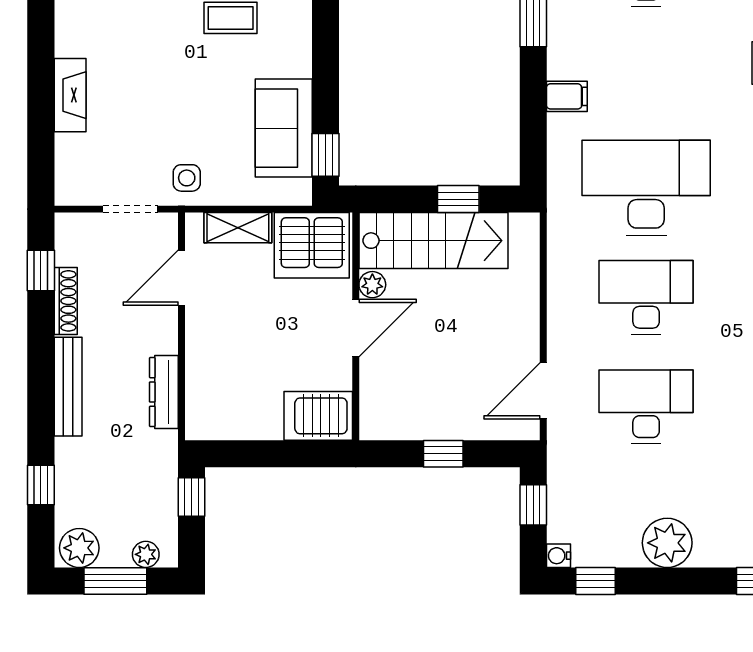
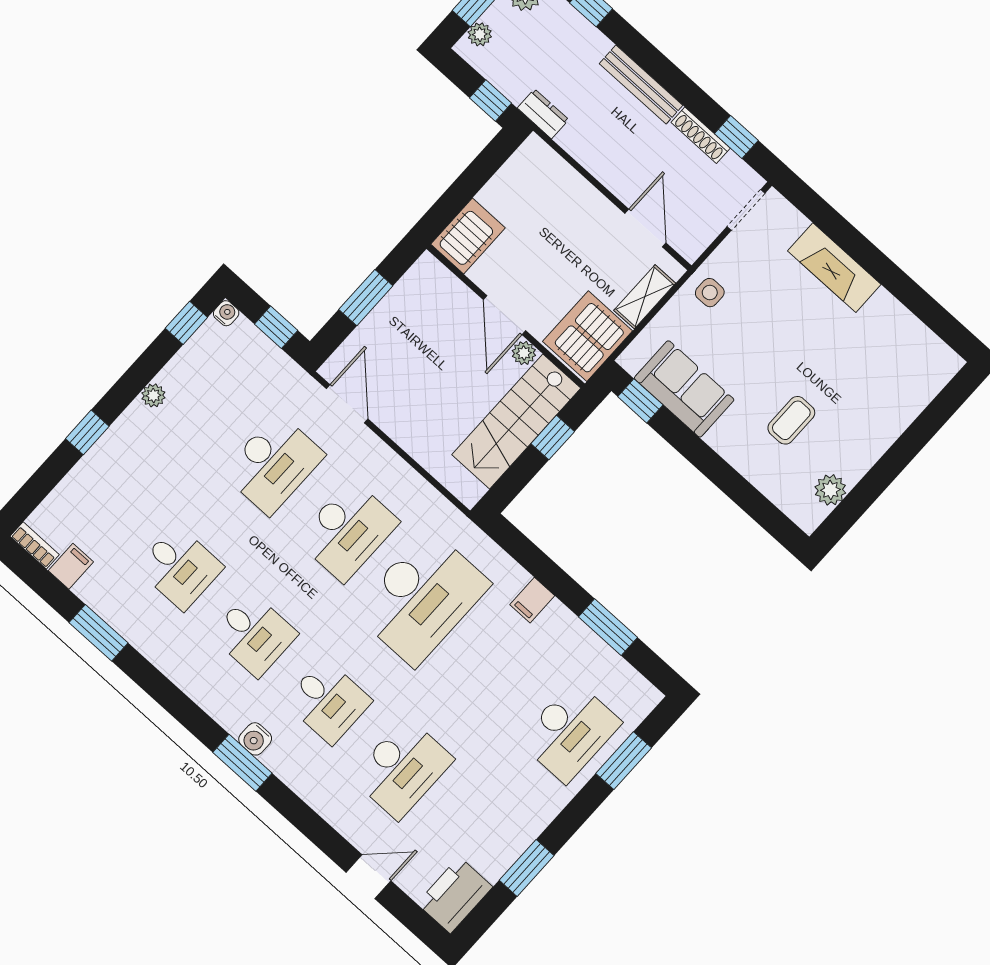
fireplace: (70, 95) -> (834, 268), width x1.37, depth x1.32
window: (458, 199) -> (553, 438), moved
doorway: (130, 209) -> (746, 210), moved
dresser: (164, 392) -> (543, 114), moved, width x0.70
window: (443, 454) -> (366, 298), width x1.50
plant: (667, 543) -> (153, 395), width x0.53, depth x0.53

